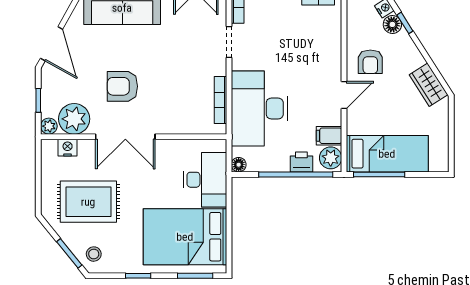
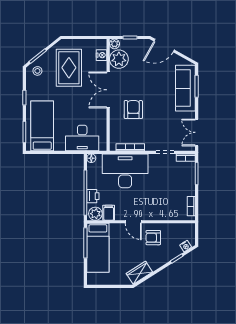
floor lamp: (392, 24) -> (176, 251), removed
armchair: (122, 86) -> (133, 110), moved
bed: (185, 237) -> (42, 126), width x0.67

